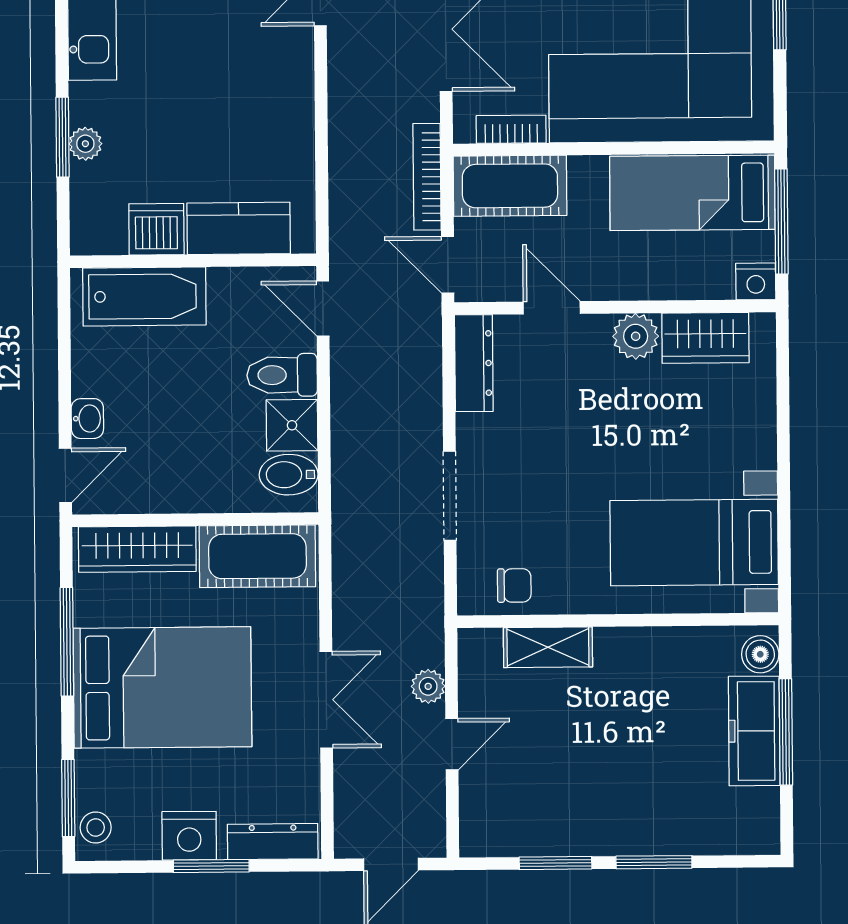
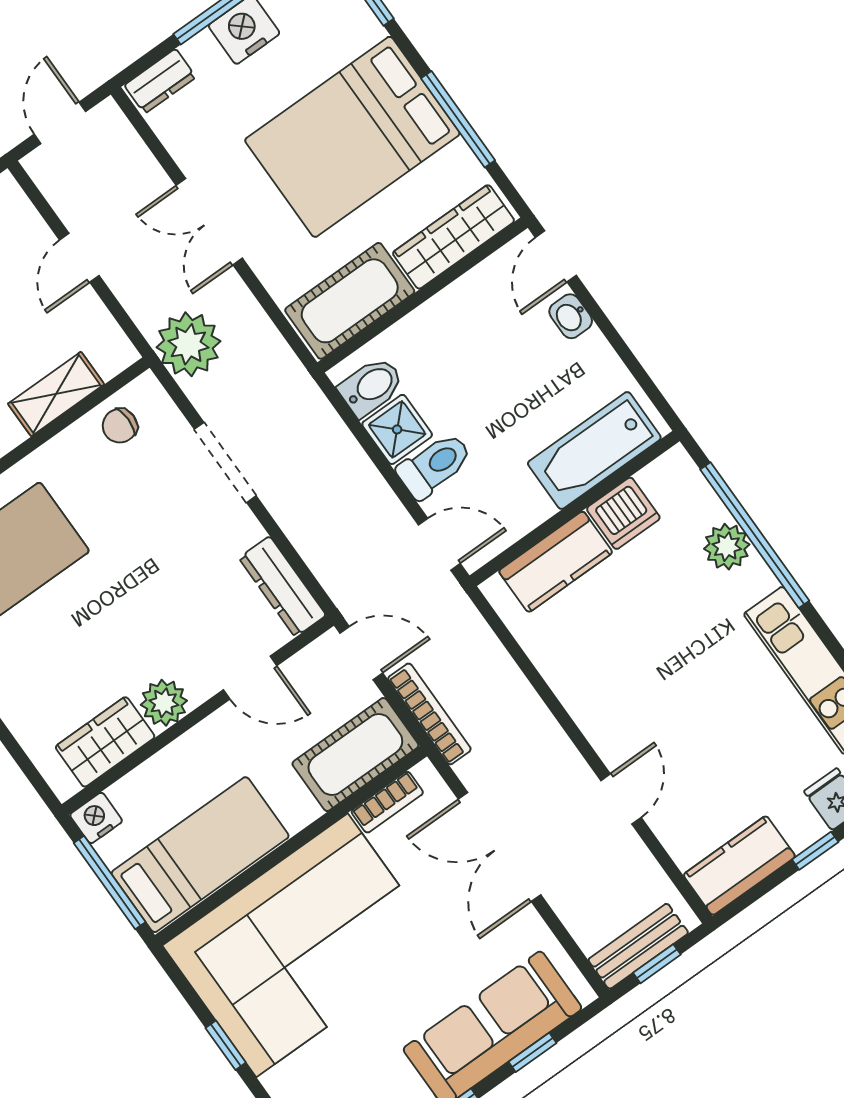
window: (62, 137) -> (755, 535), width x2.11
plant: (85, 144) -> (727, 547), width x1.38, depth x1.38
plant: (428, 686) -> (188, 344), moved, width x1.88, depth x1.88
dresser: (273, 842) -> (160, 81), width x0.70

